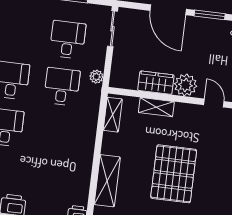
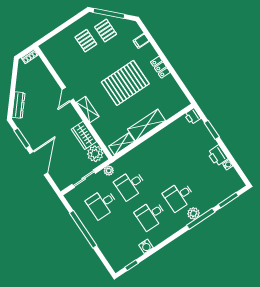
sliding door: (112, 29) -> (84, 179), moved
plant: (186, 85) -> (95, 154), moved
shelving: (156, 107) -> (88, 110), moved
shelving: (107, 181) -> (147, 125), moved

